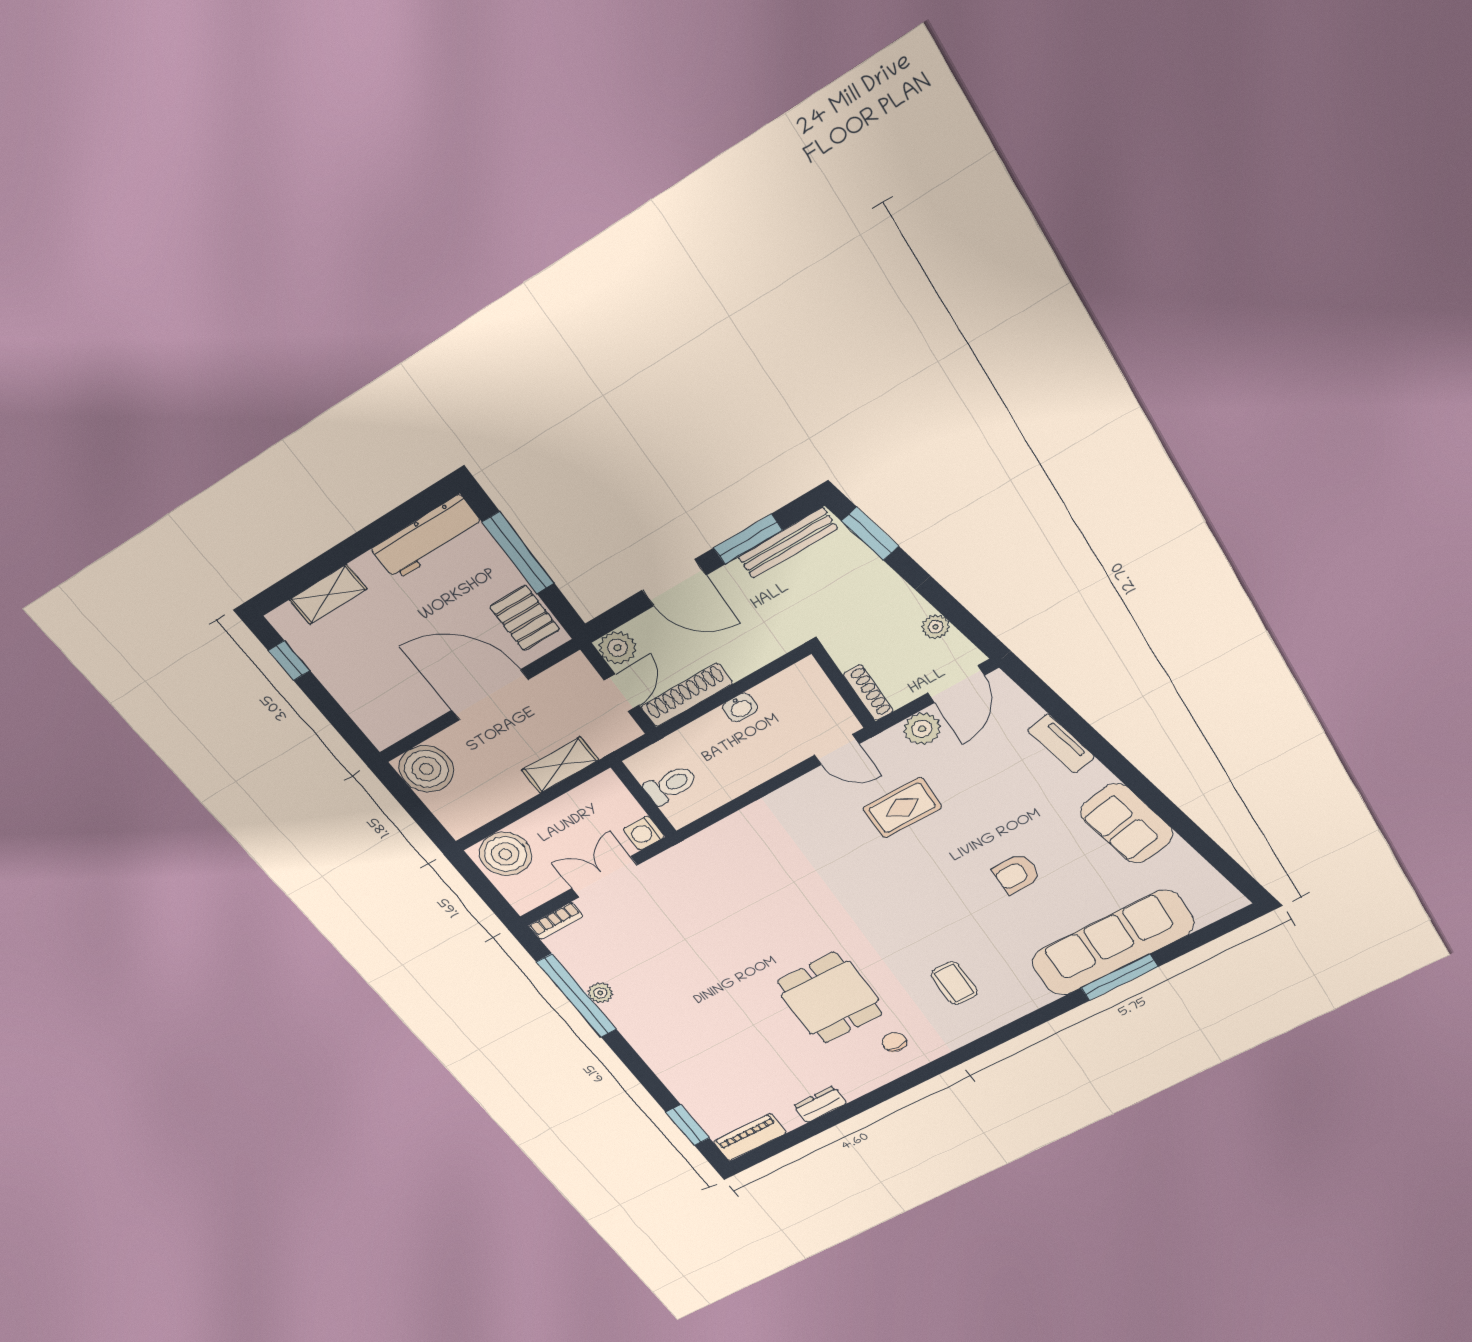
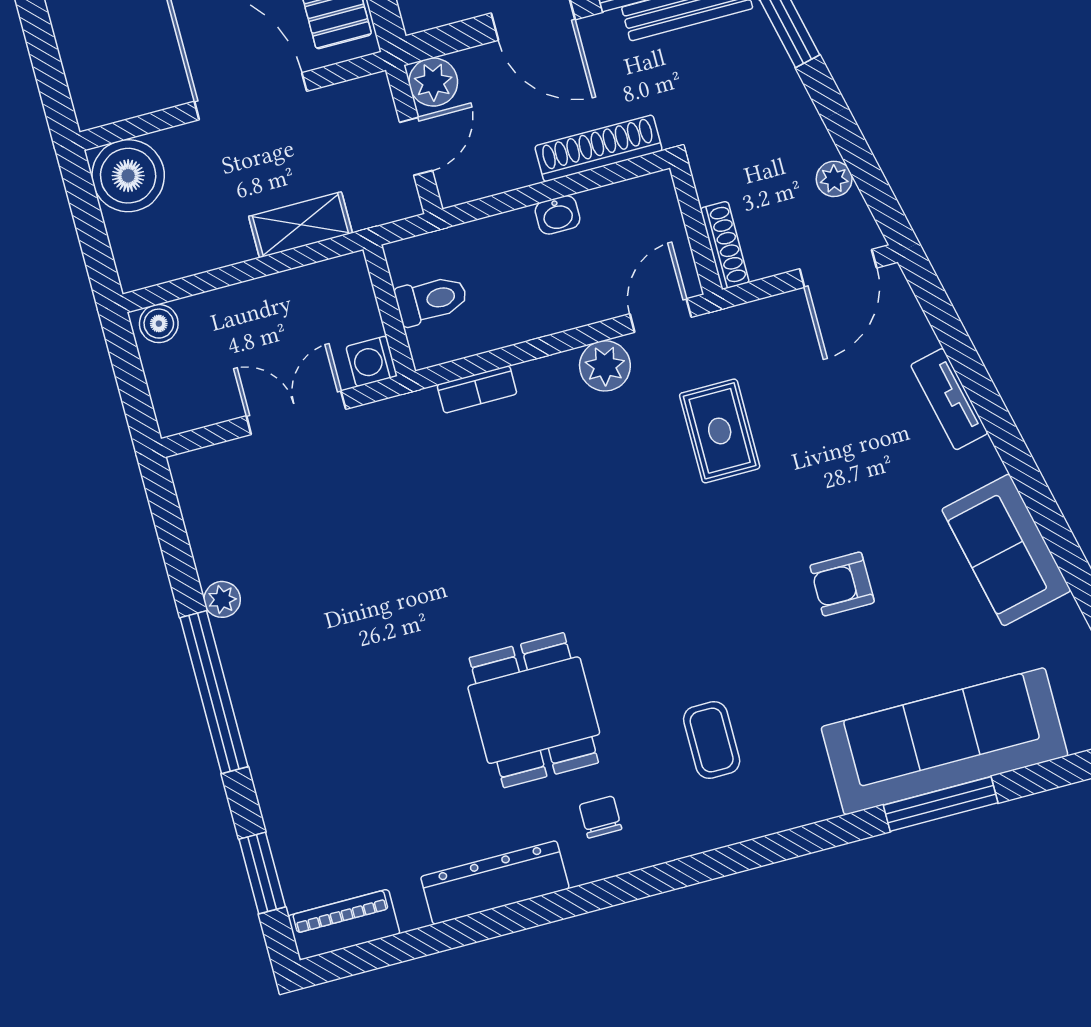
shoe rack: (687, 695) -> (599, 148), moved
plant: (922, 729) -> (605, 366), moved
door: (837, 750) -> (661, 316), swing flipped
rug: (902, 808) -> (720, 431), turned 90
boiler: (505, 854) -> (159, 324), width x0.54, depth x0.54
bookcase: (556, 921) -> (477, 389), moved
window: (577, 996) -> (214, 692), moved
dresser: (820, 1104) -> (495, 883), width x1.96, depth x1.24

